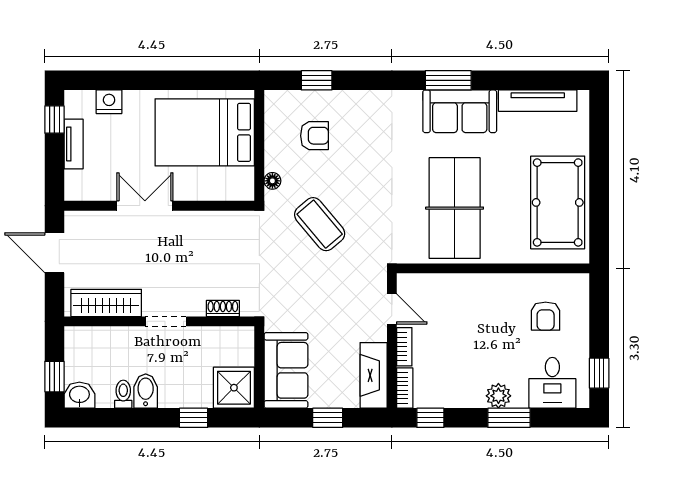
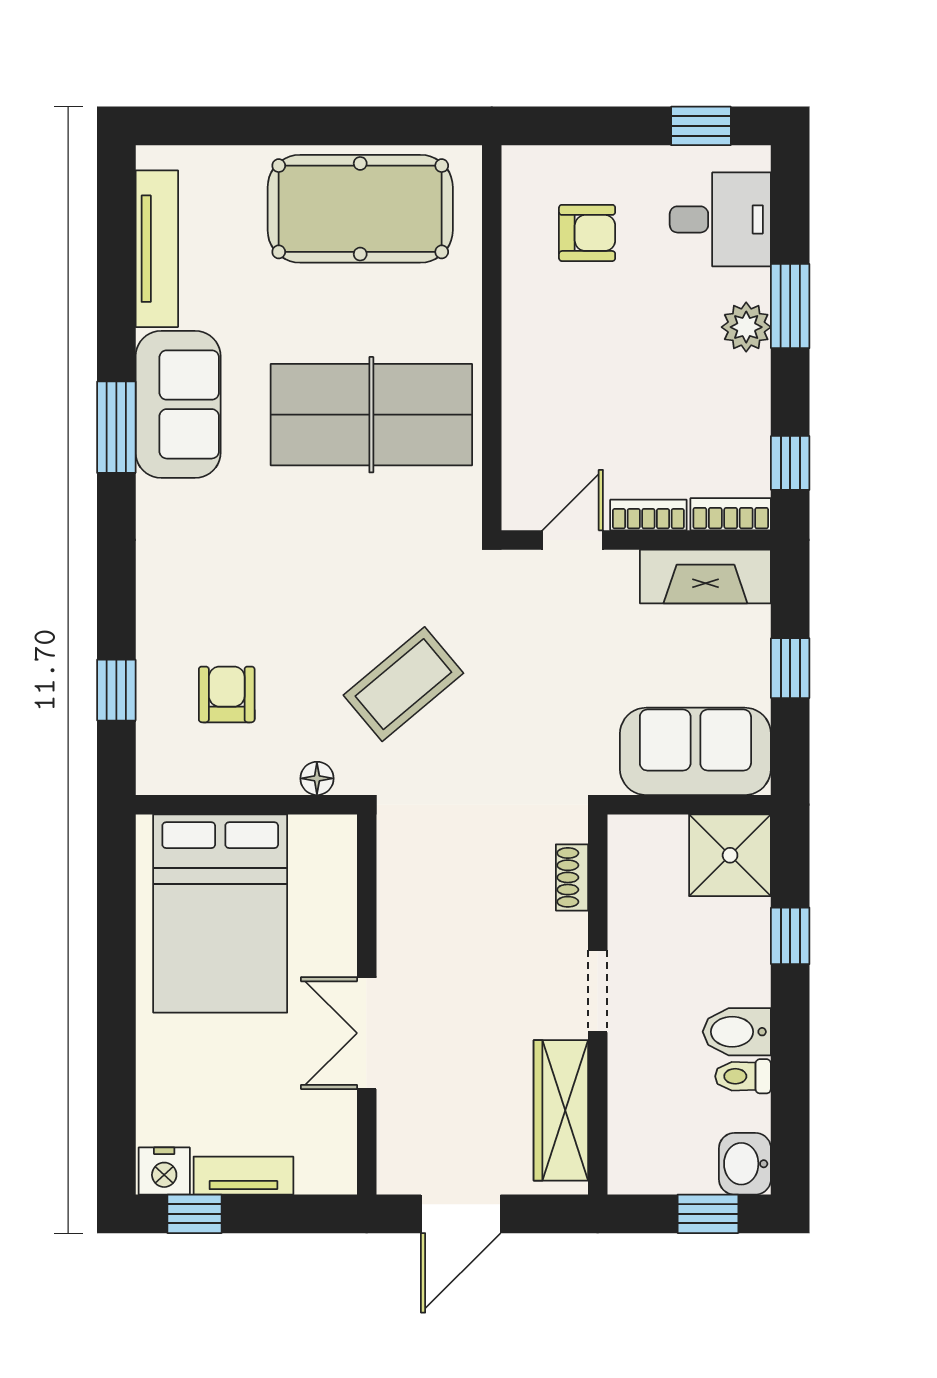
nightstand: (109, 102) -> (164, 1171), moved, turned -90

